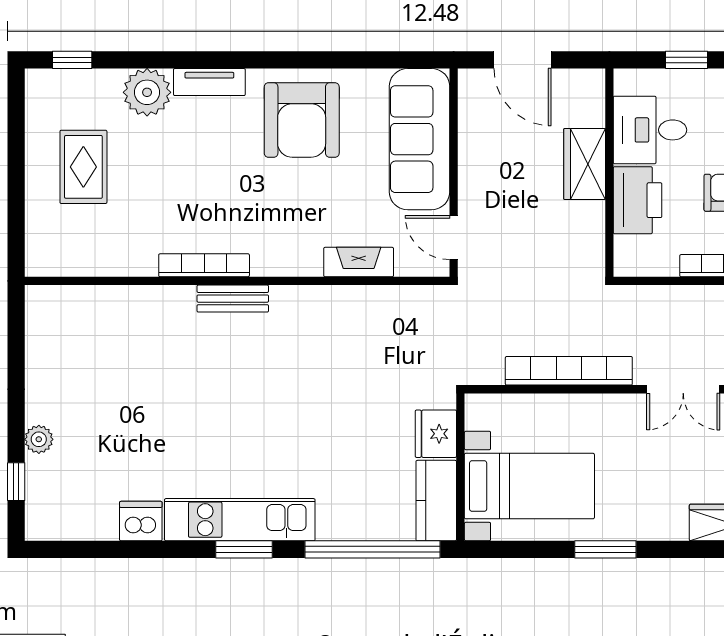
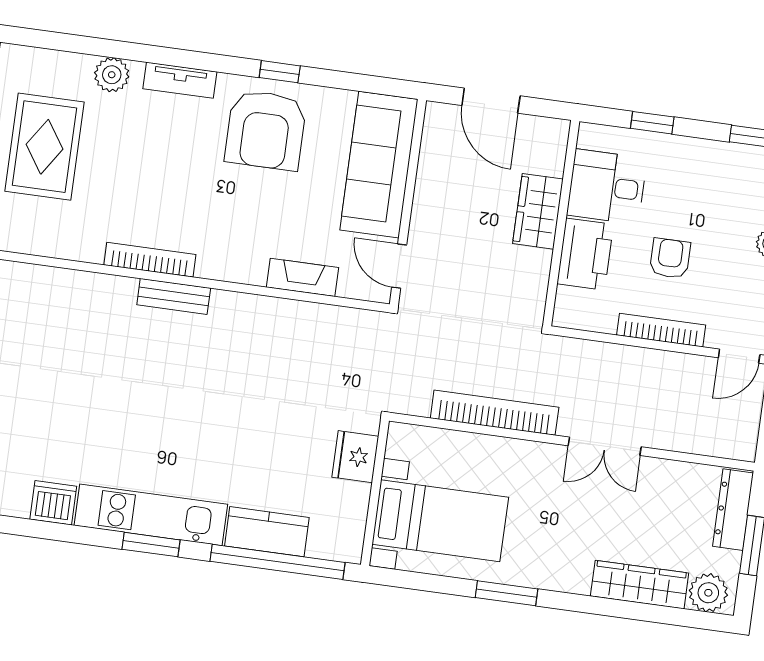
window: (72, 60) -> (280, 72), moved
plant: (147, 92) -> (112, 75), width x0.73, depth x0.73
rug: (83, 167) -> (45, 147), width x1.36, depth x1.43
kitchen counter: (436, 501) -> (267, 532), moved, turned 90

